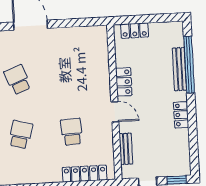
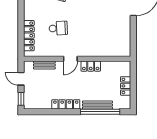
locker: (135, 31) -> (126, 86), moved
locker: (181, 115) -> (66, 104), width x1.53

